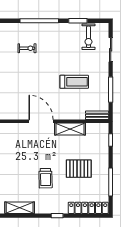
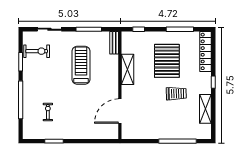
treadmill: (74, 82) -> (81, 65), width x1.37, depth x1.38
door: (41, 121) -> (120, 111), moved
pallet: (79, 169) -> (167, 61), width x1.37, depth x1.41
shelving: (20, 208) -> (205, 109), moved

